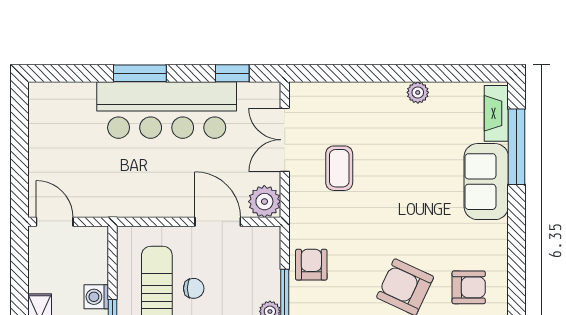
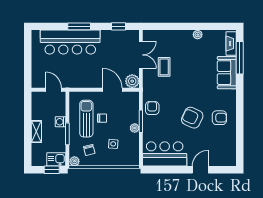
bar counter: (167, 110) -> (70, 42), moved
double door: (285, 140) -> (141, 55), swing flipped
door: (55, 222) -> (54, 90), moved

